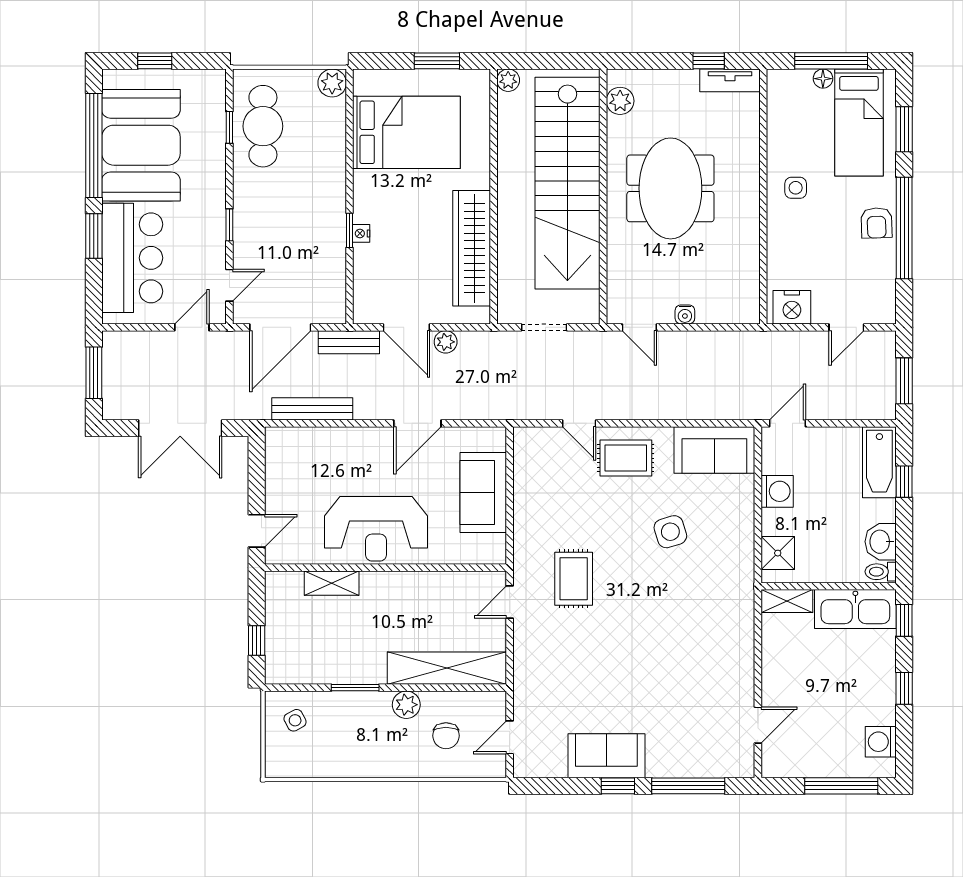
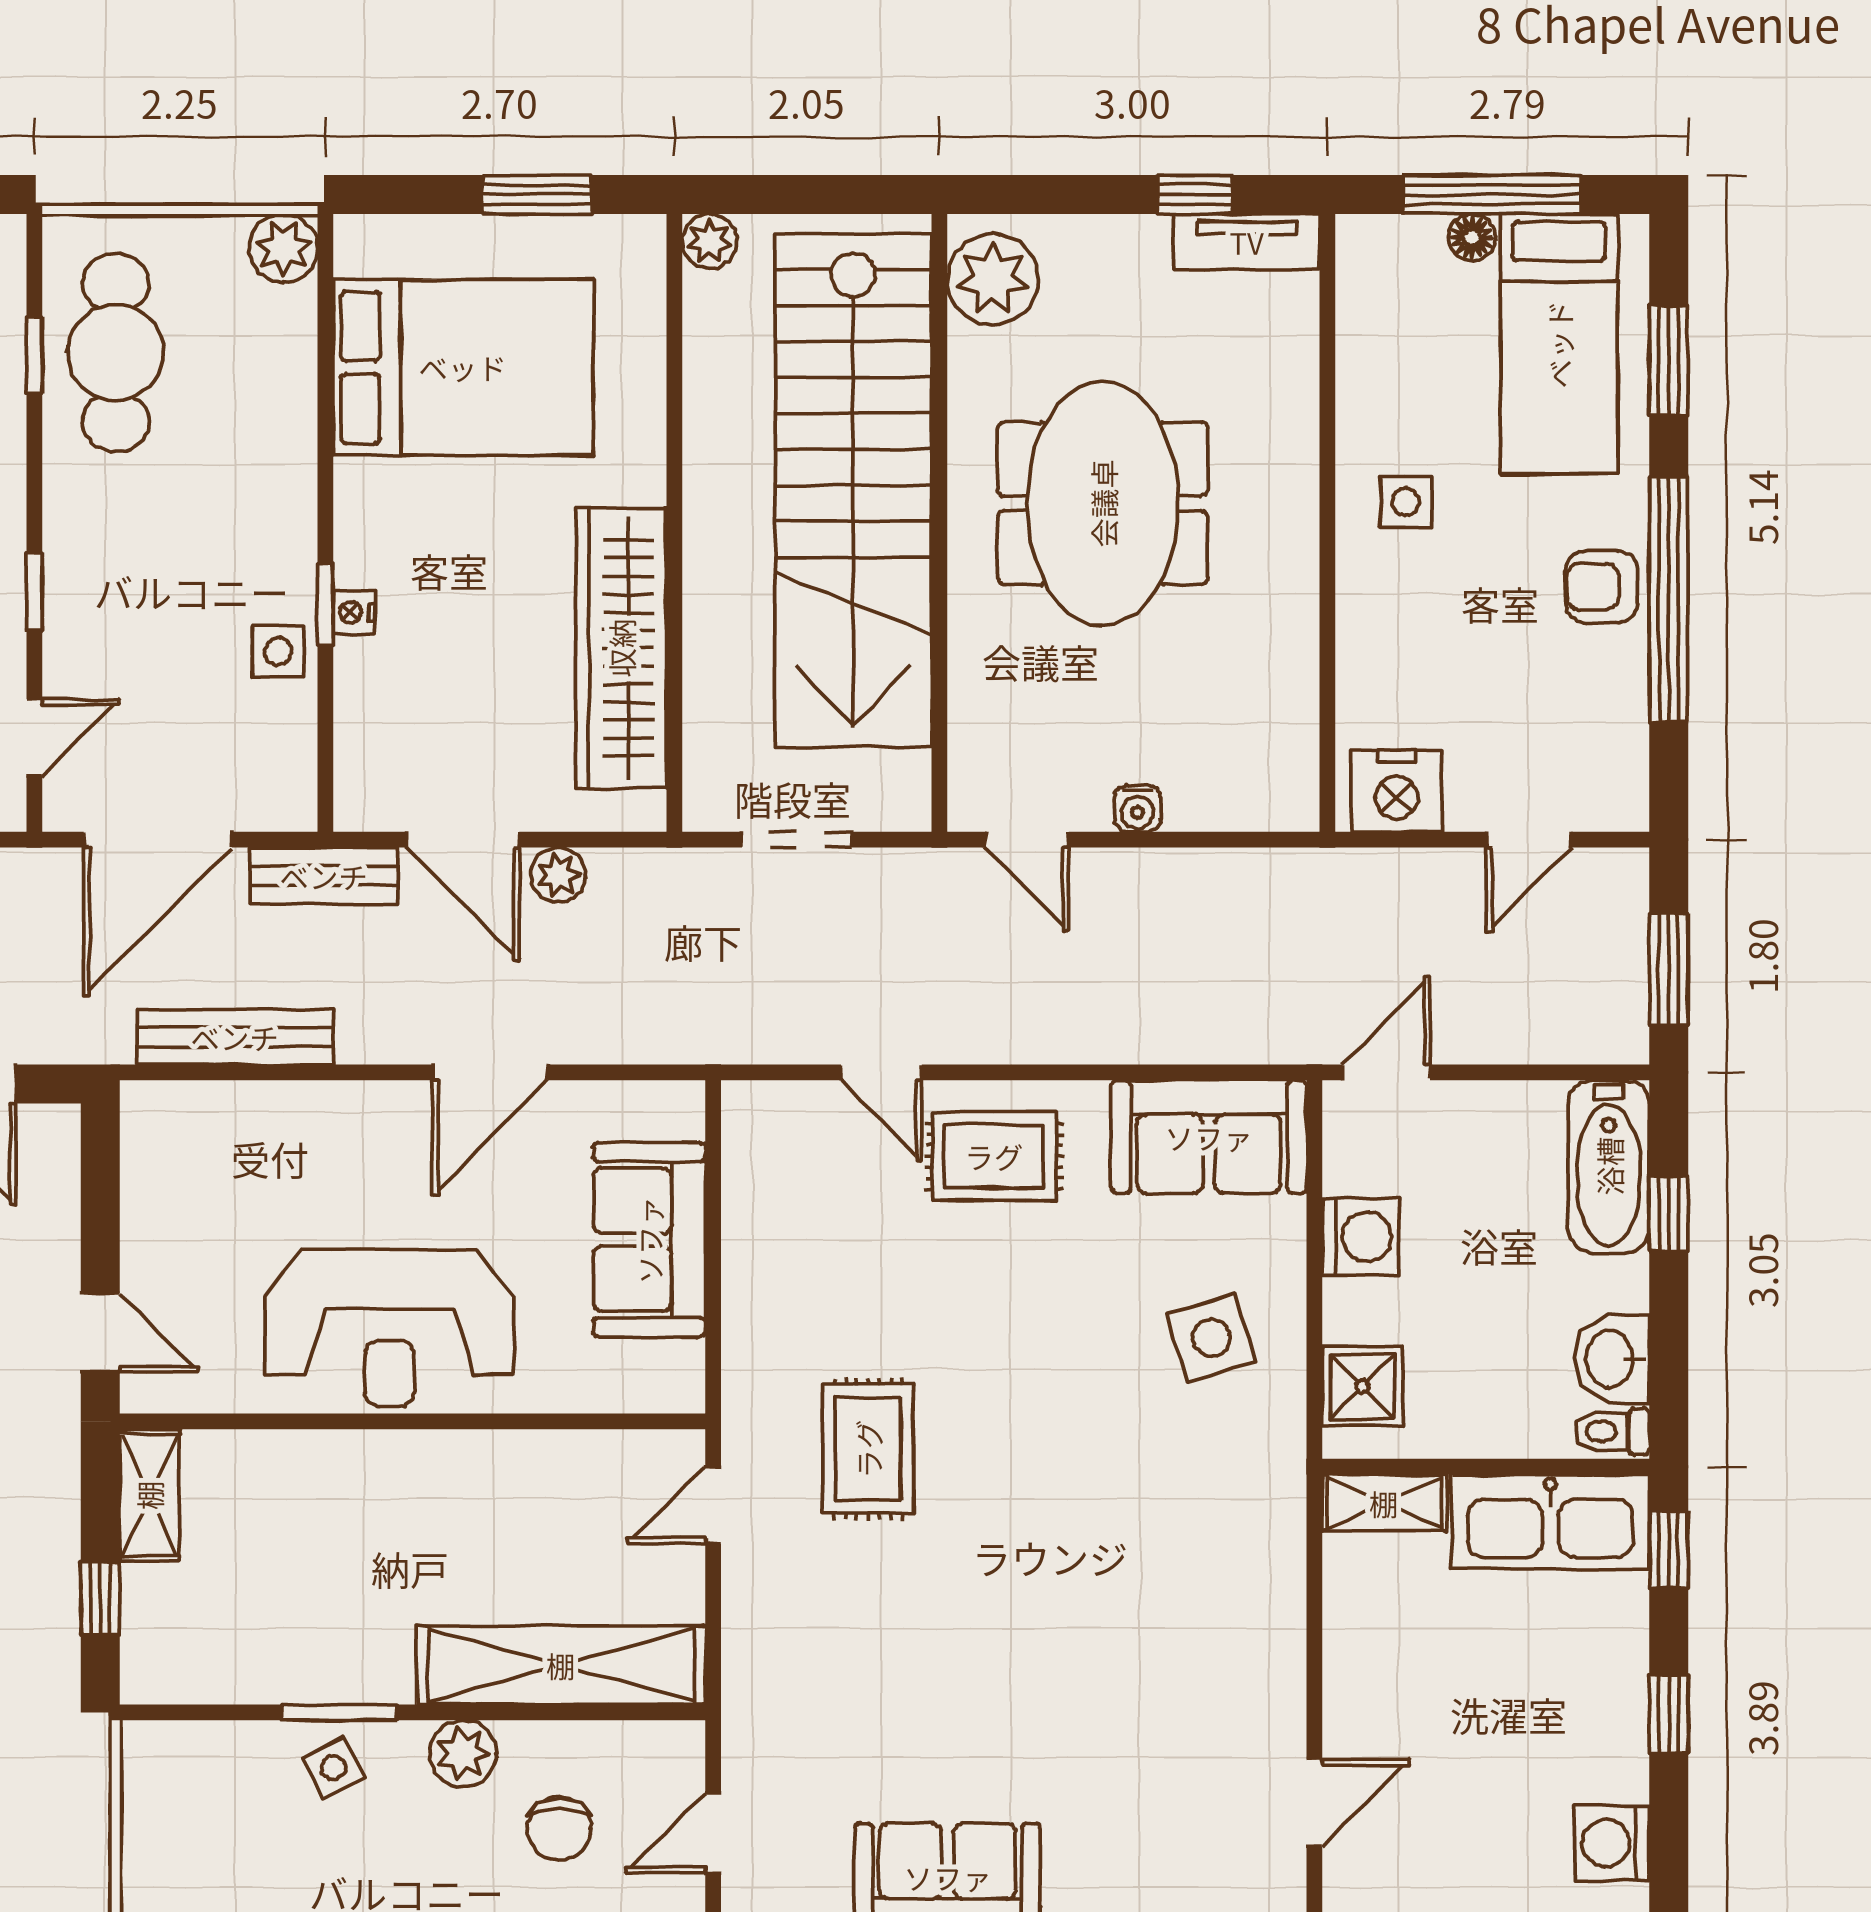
plant: (620, 101) -> (993, 279), width x1.36, depth x1.36
armchair: (876, 223) -> (1602, 587), turned 92
side table: (330, 250) -> (278, 651), added
door: (257, 531) -> (100, 1333), hinge flipped
side table: (670, 532) -> (1211, 1338), moved
shelving: (332, 583) -> (149, 1495), moved, turned 90
side table: (295, 720) -> (333, 1768), moved

